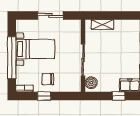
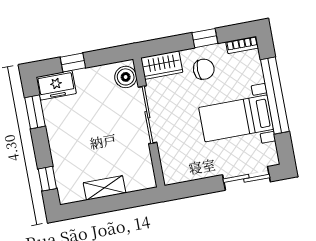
sliding door: (50, 15) -> (246, 178), moved
shelving: (103, 25) -> (104, 188), moved
wardrobe: (70, 86) -> (162, 65), added

